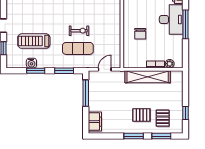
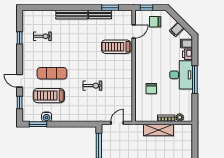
exercise mat: (78, 48) -> (52, 73), moved
window: (36, 71) -> (38, 124), moved
window: (64, 71) -> (78, 124), removed
shelving: (148, 77) -> (158, 130), width x0.68

